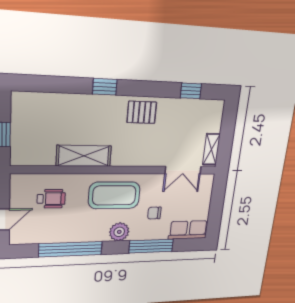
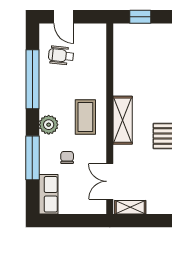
shelving: (84, 156) -> (123, 120), moved
coffee table: (114, 195) -> (85, 117), width x0.73, depth x0.76
wheelchair: (51, 199) -> (61, 55), moved, turned 96

